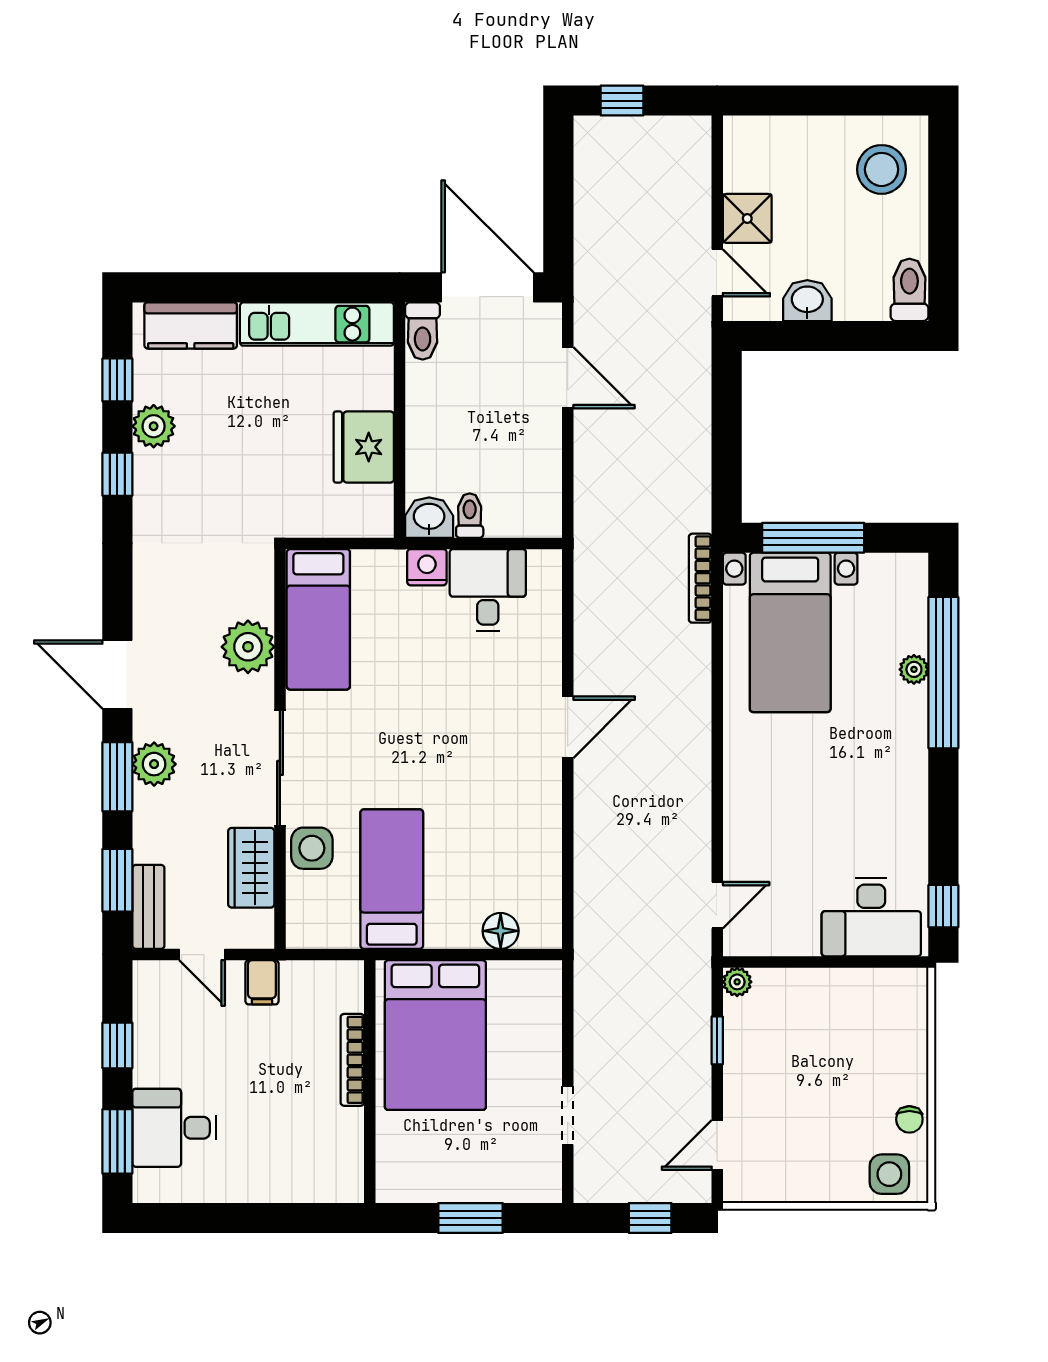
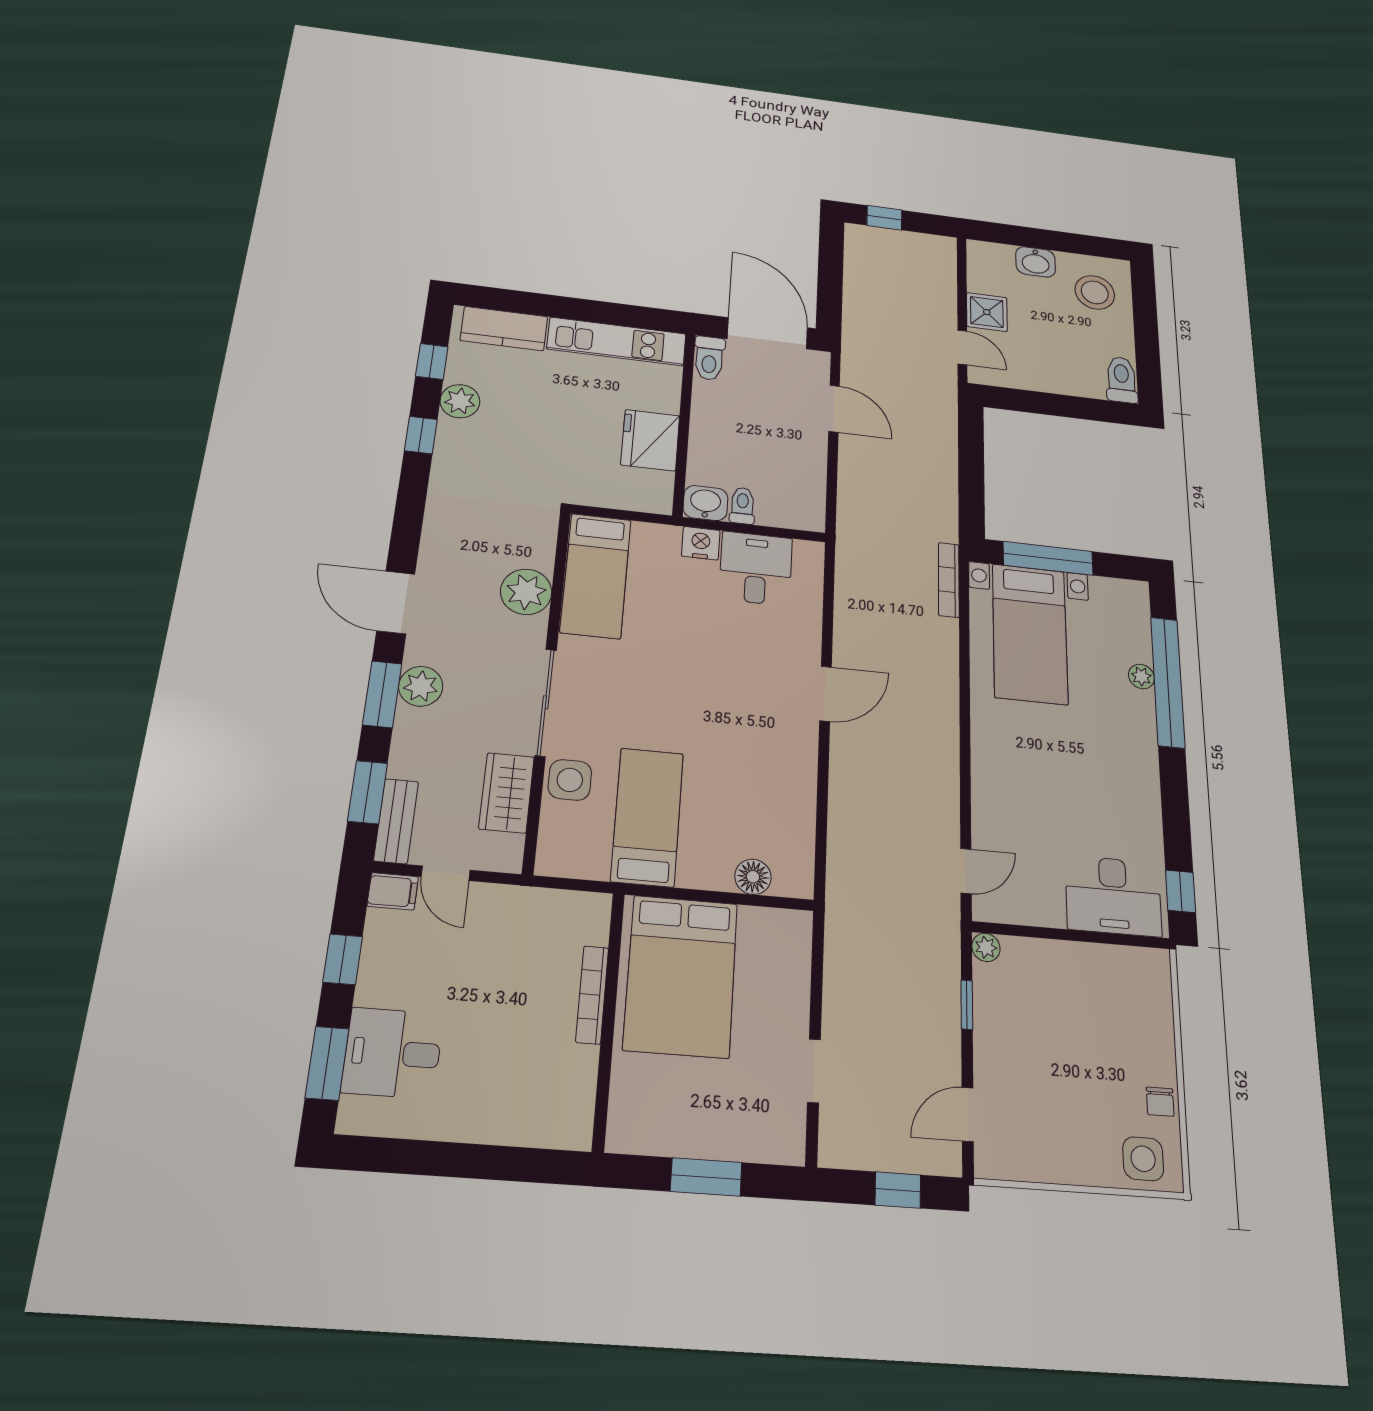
washbasin: (807, 301) -> (1036, 262), moved, turned 180
filing cabinet: (262, 982) -> (393, 891), moved, turned -90

